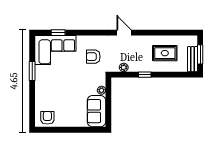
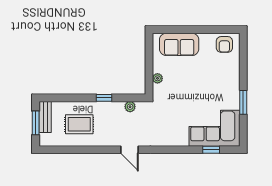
armchair: (93, 57) -> (168, 120), removed
sofa: (96, 111) -> (179, 44), moved, turned 90

